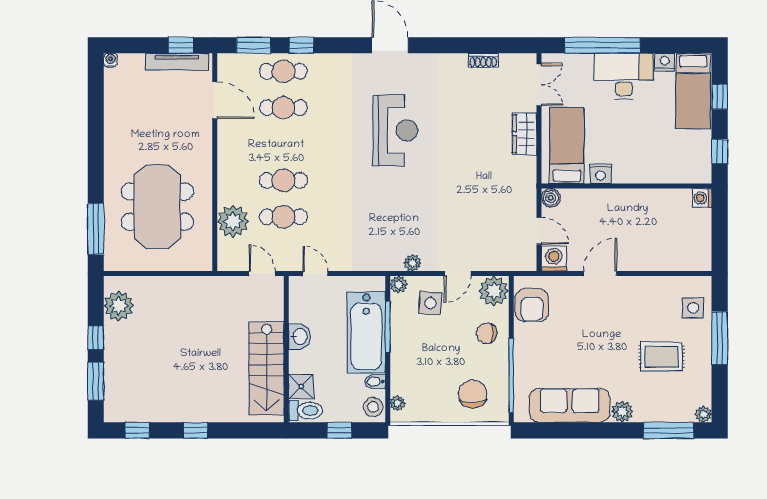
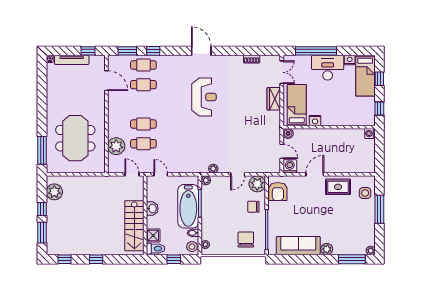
tv unit: (177, 62) -> (72, 60), moved
side table: (430, 303) -> (223, 190), removed
rug: (662, 357) -> (338, 187), moved

